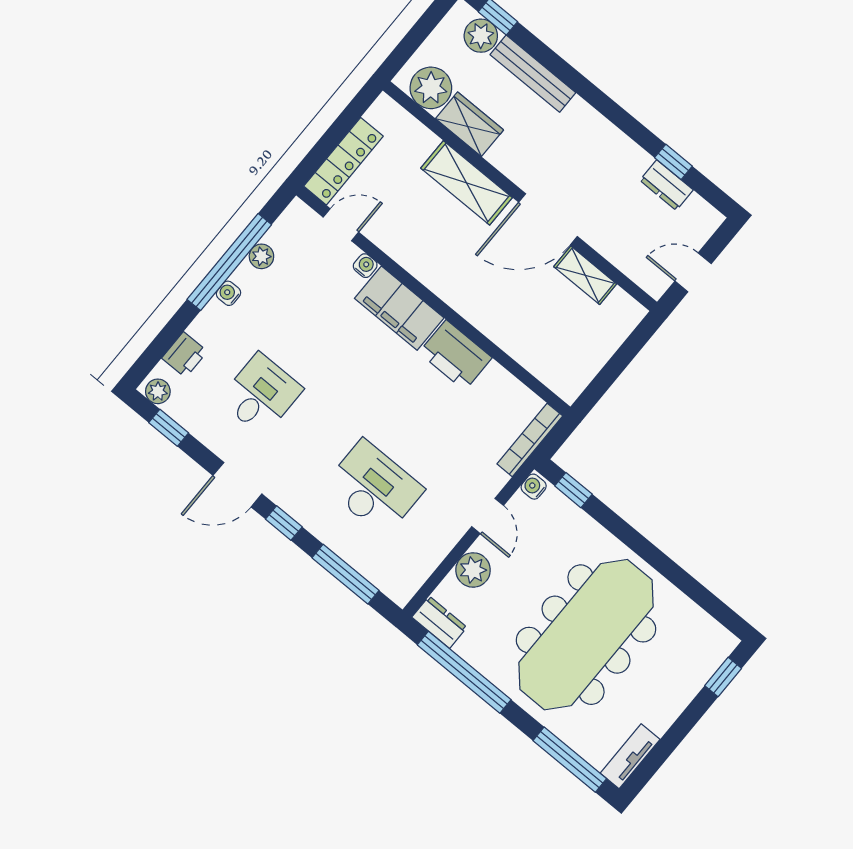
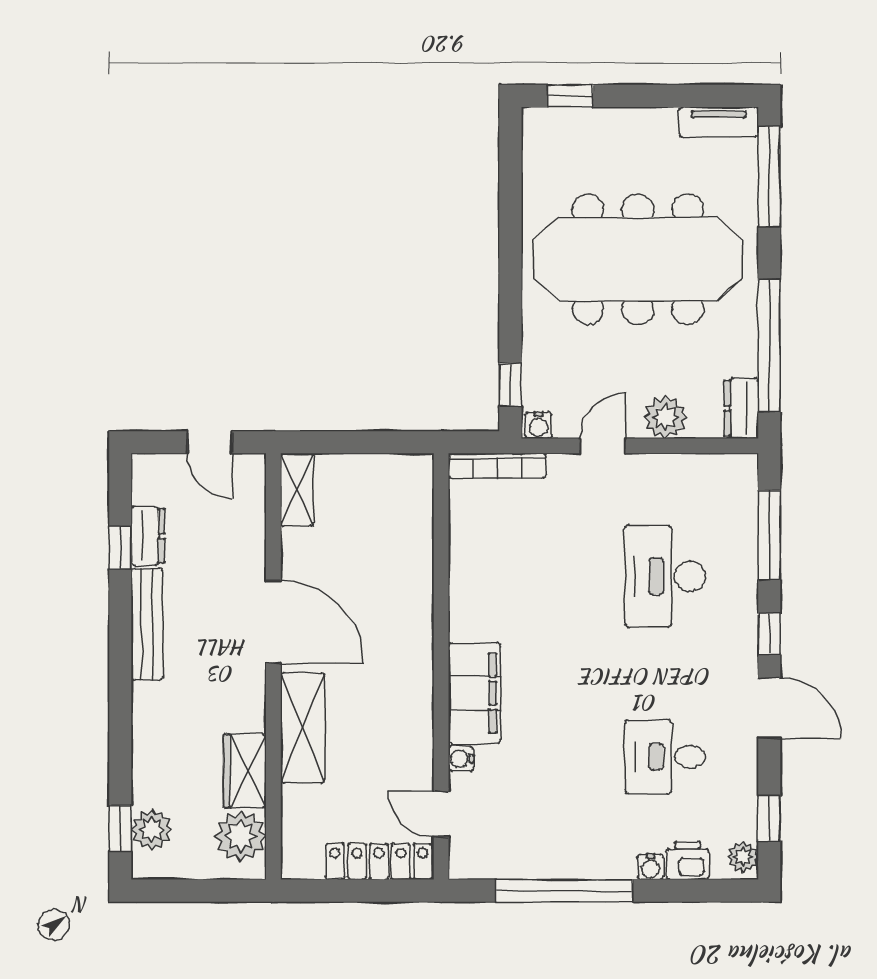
bench: (533, 74) -> (147, 624), moved
plant: (261, 256) -> (534, 865), removed
shelving: (585, 275) -> (297, 490), moved
water cooler: (229, 293) -> (650, 867), moved
printer: (455, 355) -> (475, 603), removed

